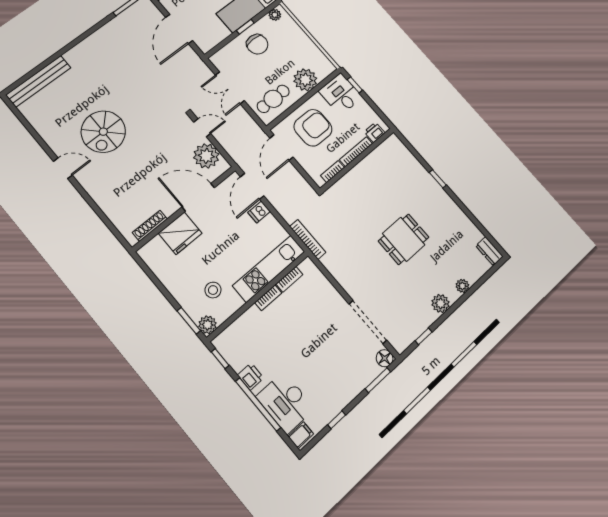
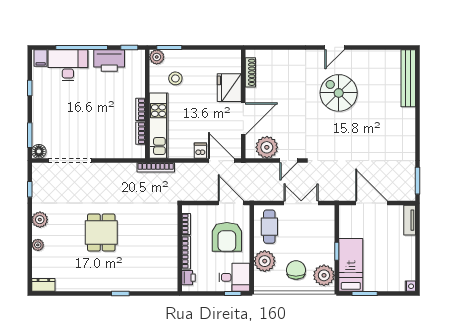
plant: (275, 15) -> (324, 275), width x1.88, depth x1.88
chair: (257, 44) -> (296, 270), moved, turned 90
printer: (251, 377) -> (109, 61), width x1.87, depth x1.48

